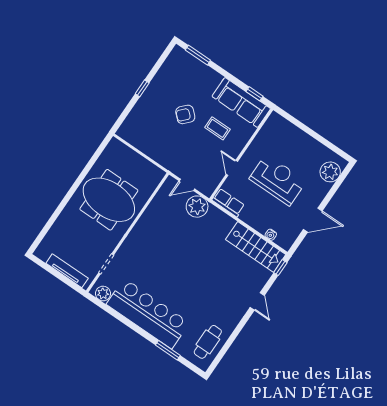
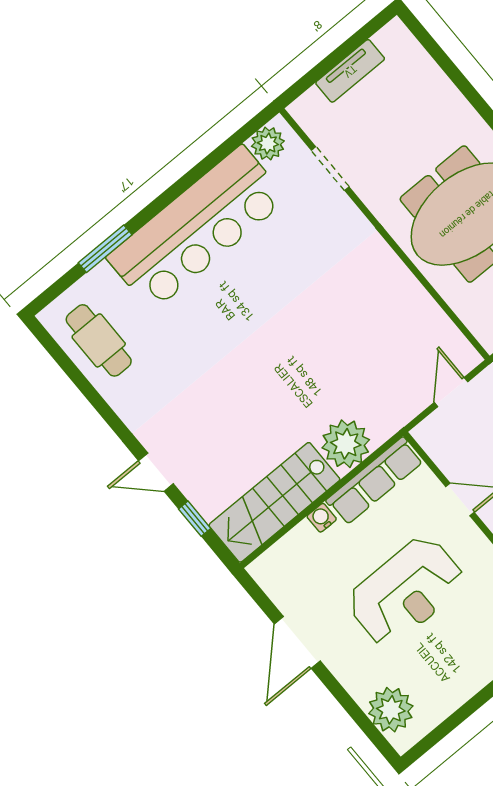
row of seats: (228, 203) -> (375, 481), width x1.48
plant: (197, 207) -> (346, 444), moved
water cooler: (271, 235) -> (322, 518), moved
window: (280, 268) -> (195, 519), moved
tv unit: (67, 271) -> (350, 71), width x0.71

